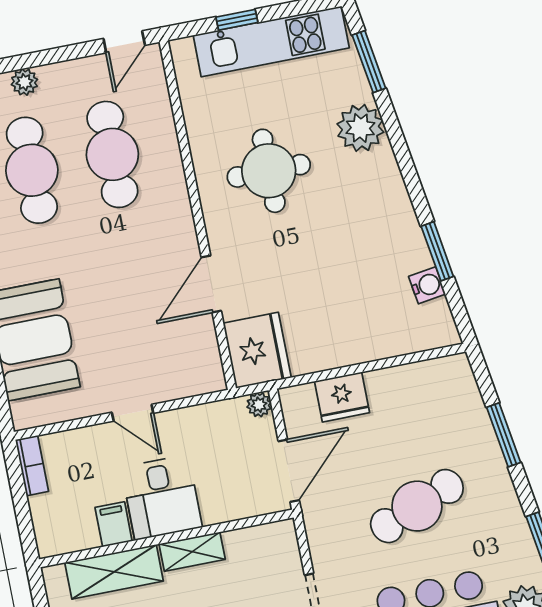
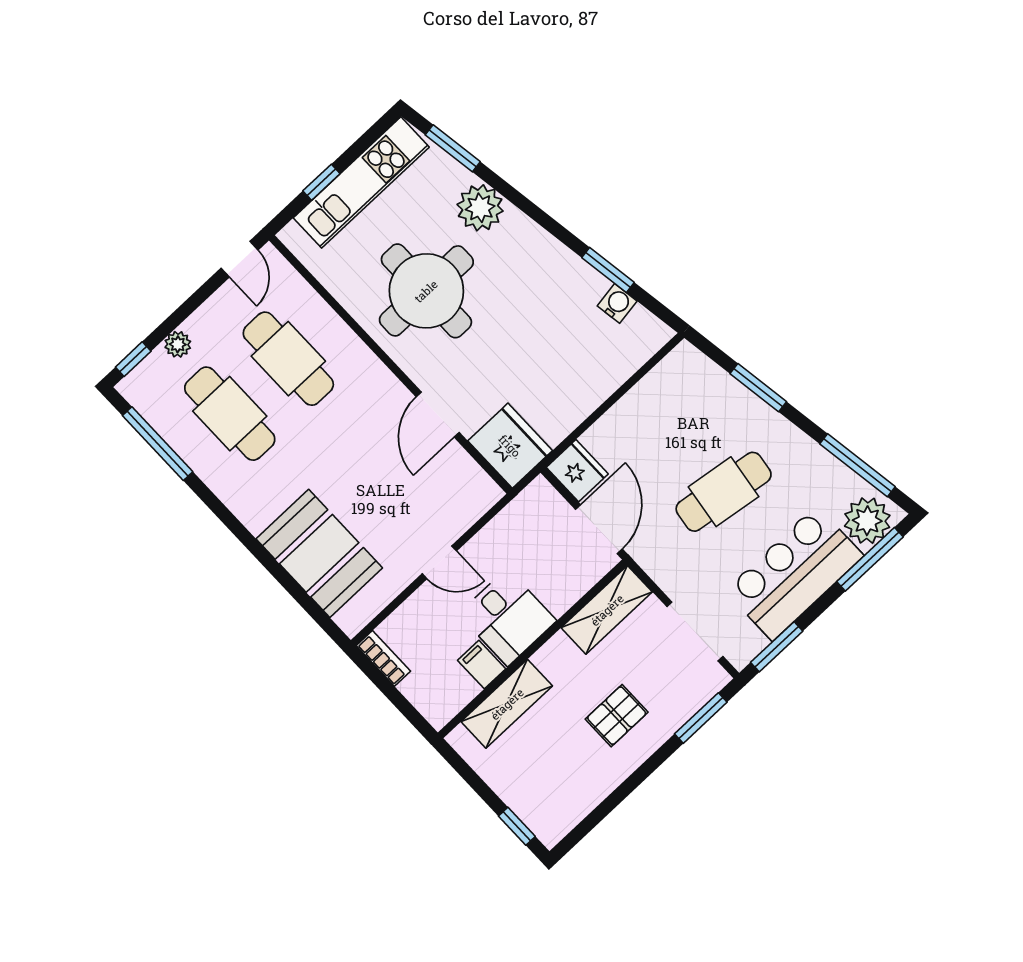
round table: (269, 171) -> (426, 291), width x1.36, depth x1.36
fridge: (342, 397) -> (577, 471), moved, turned -90
plant: (259, 405) -> (540, 490), removed
cafe table: (417, 506) -> (724, 492), turned 30
shelving: (192, 552) -> (607, 610), moved, width x1.50, depth x1.33

